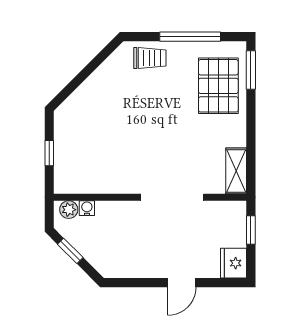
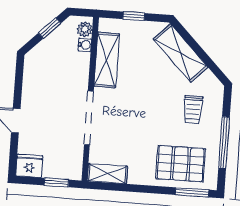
trolley: (150, 58) -> (193, 110), moved
shelving: (88, 95) -> (181, 53), added
shelving: (103, 181) -> (107, 60), added

